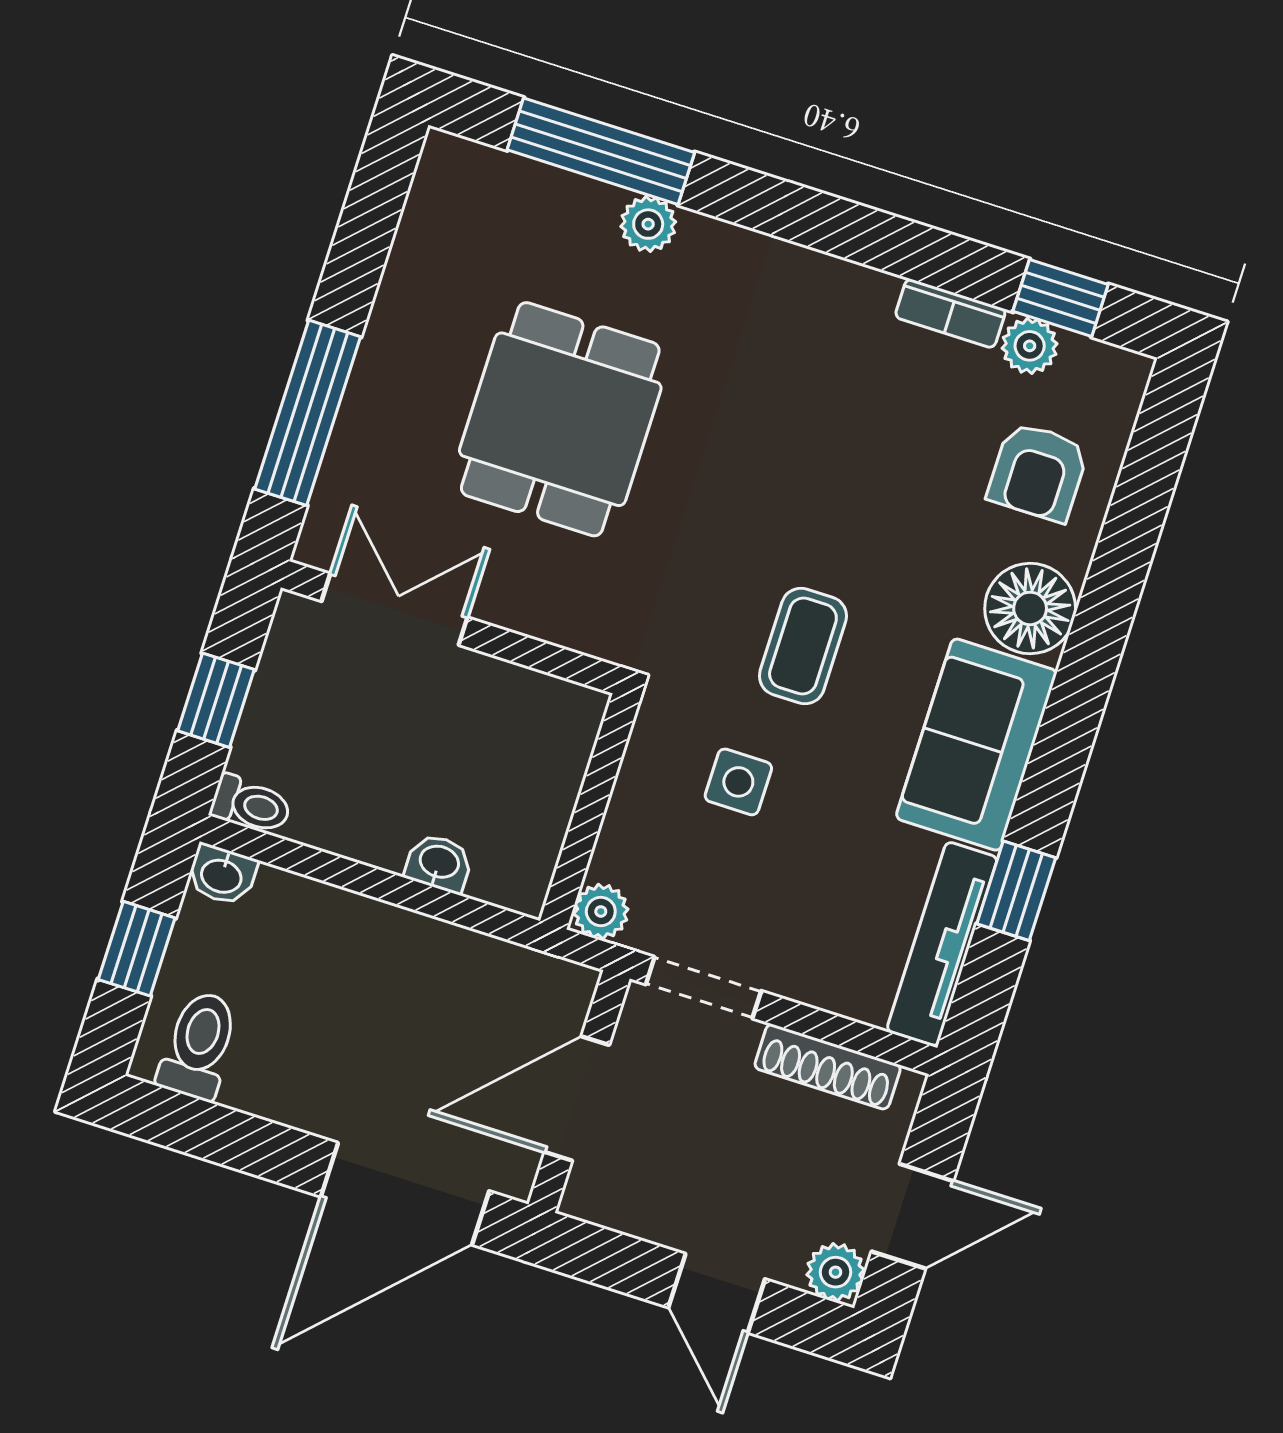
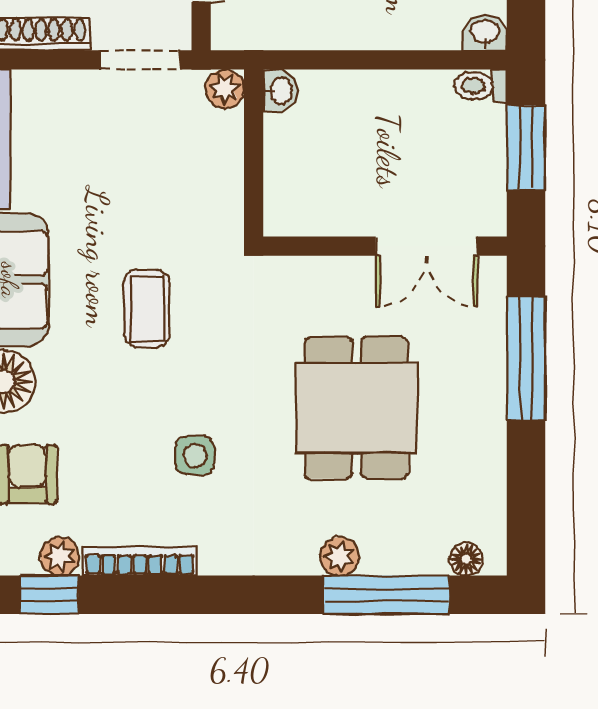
floor lamp: (476, 165) -> (466, 559), added
bookcase: (950, 313) -> (140, 561), width x1.56
window: (216, 700) -> (526, 148), width x1.50
side table: (738, 782) -> (195, 455), moved
washbasin: (439, 863) -> (280, 91), moved, turned -90

